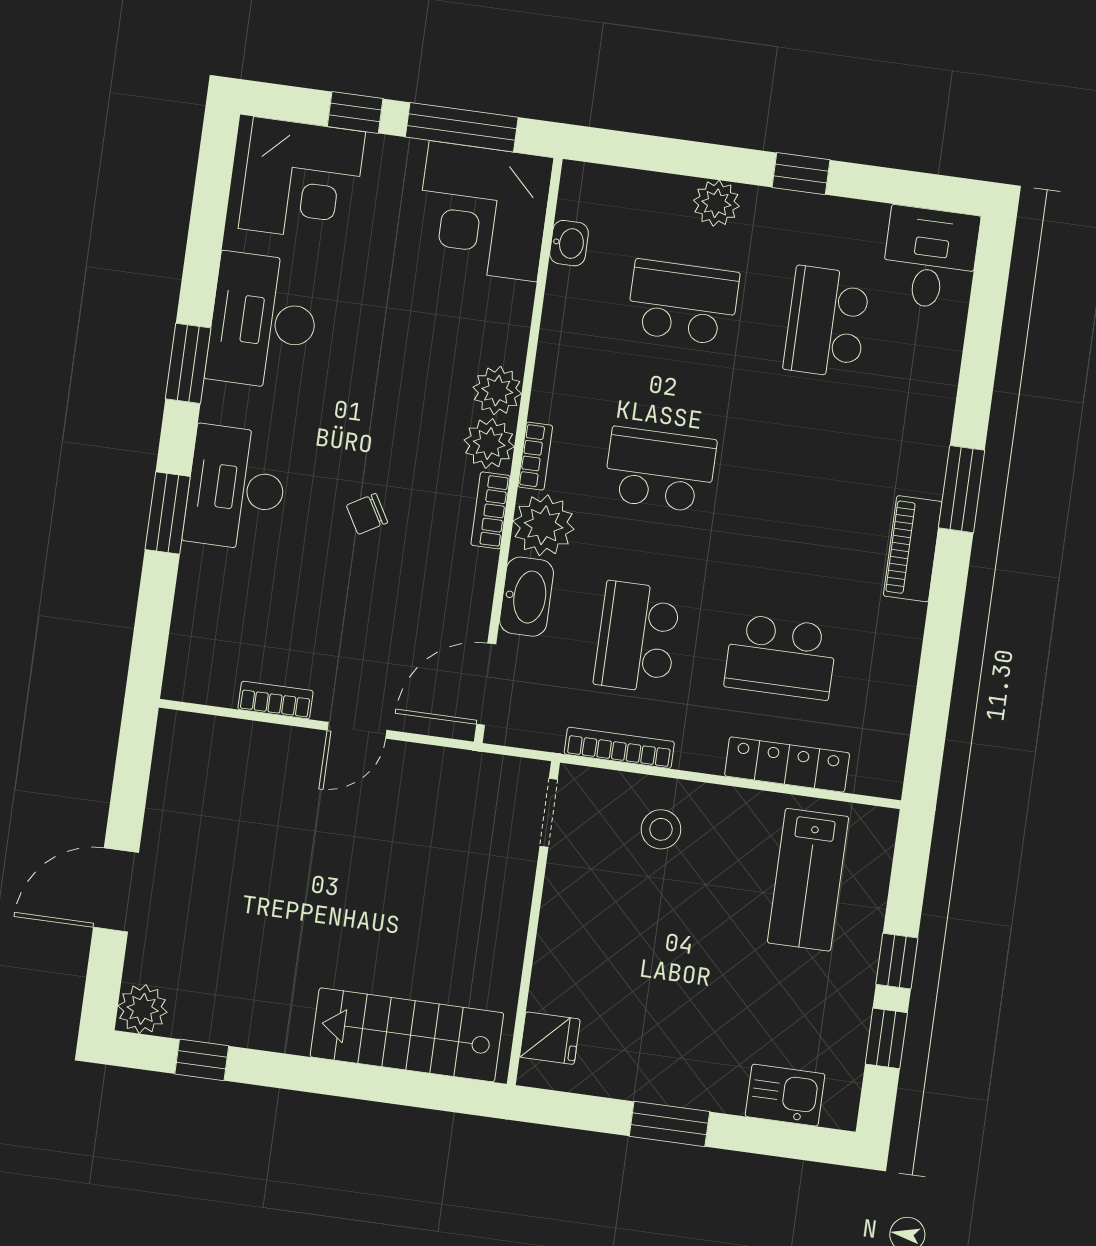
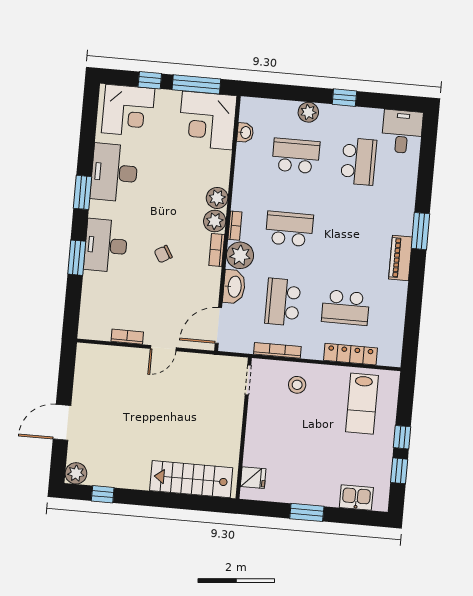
school desk: (827, 322) -> (359, 161), turned 180

